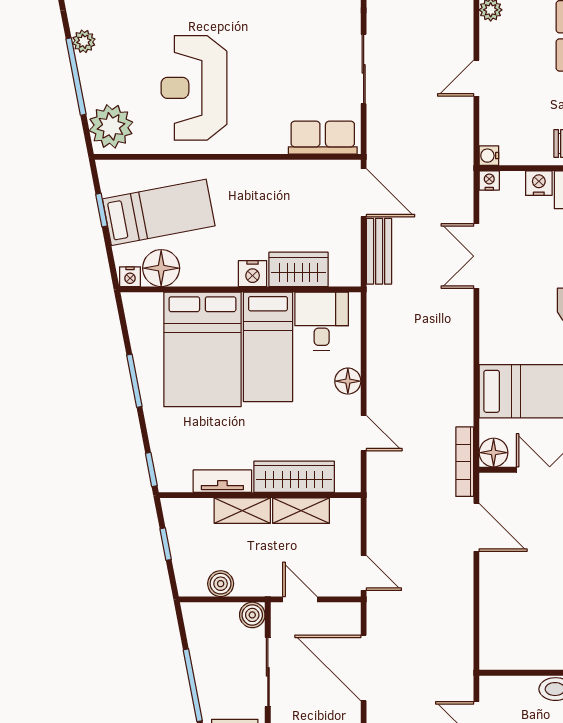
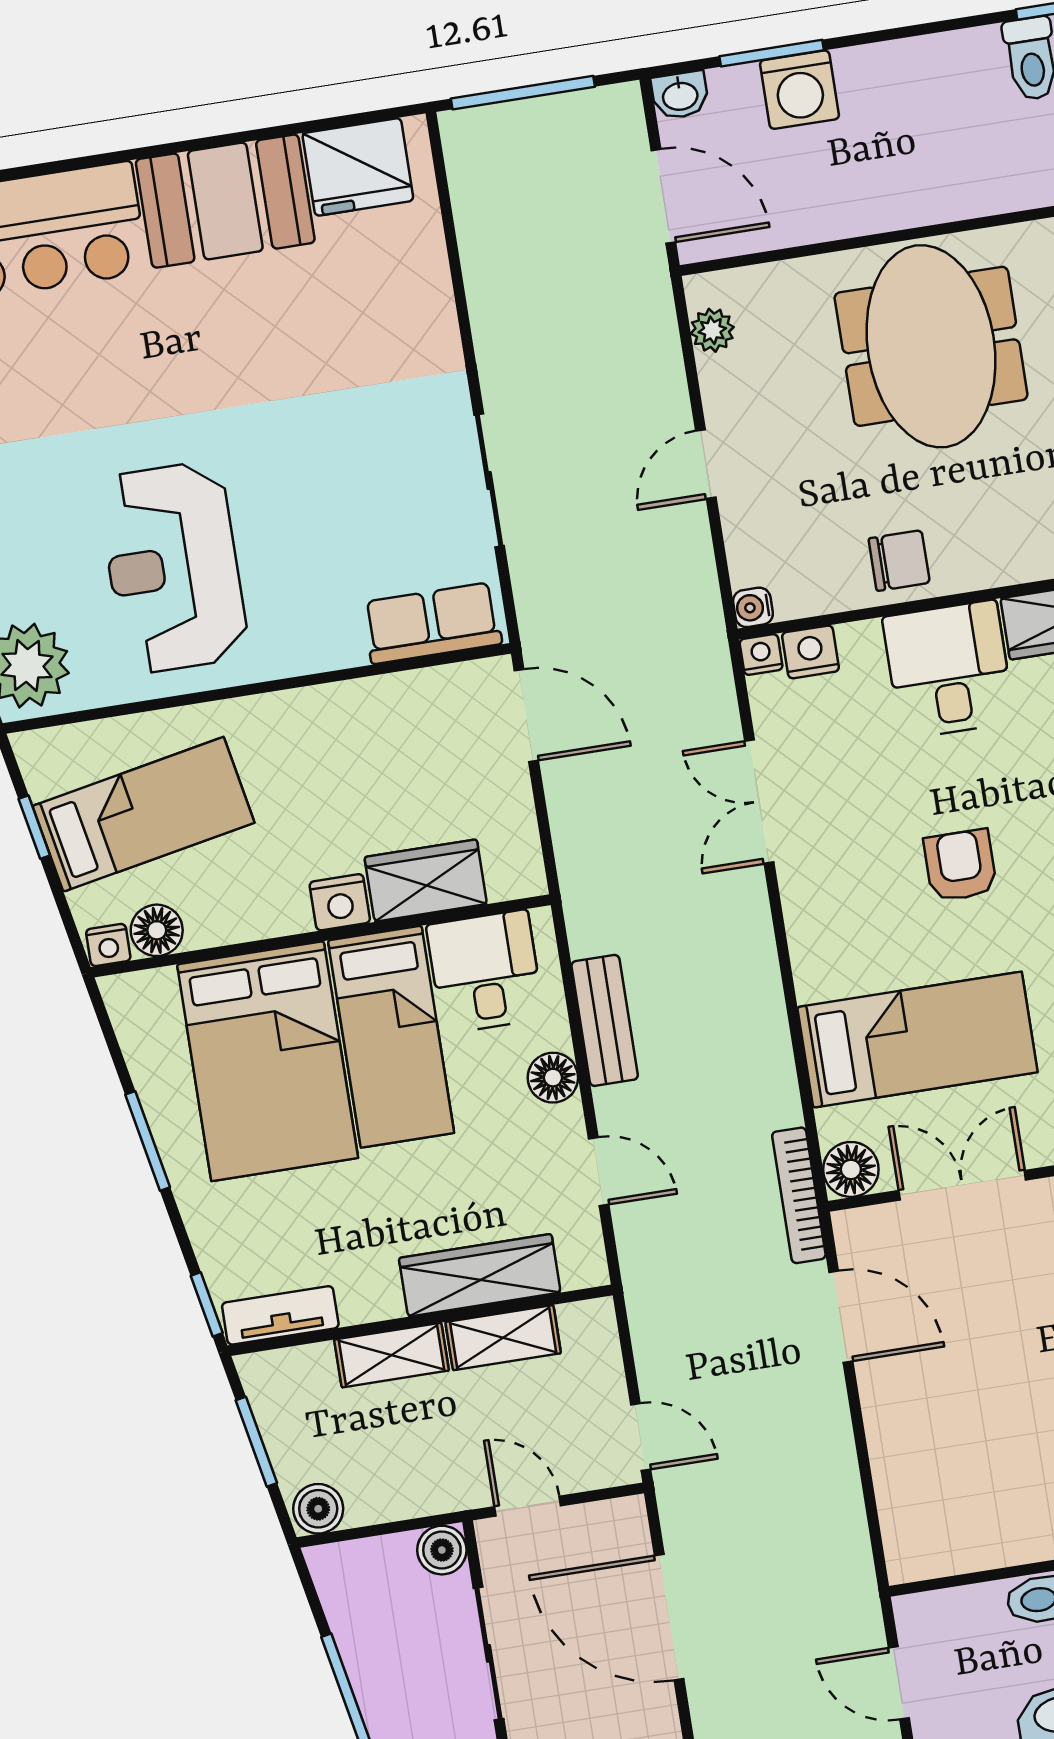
nightstand: (539, 183) -> (810, 652), moved
bench: (379, 251) -> (605, 1020), moved
floor lamp: (161, 268) -> (157, 930), width x0.73, depth x0.73
tv unit: (222, 481) -> (280, 1315), moved
window: (166, 544) -> (256, 1442), width x1.50
boiler: (221, 584) -> (318, 1509), moved

